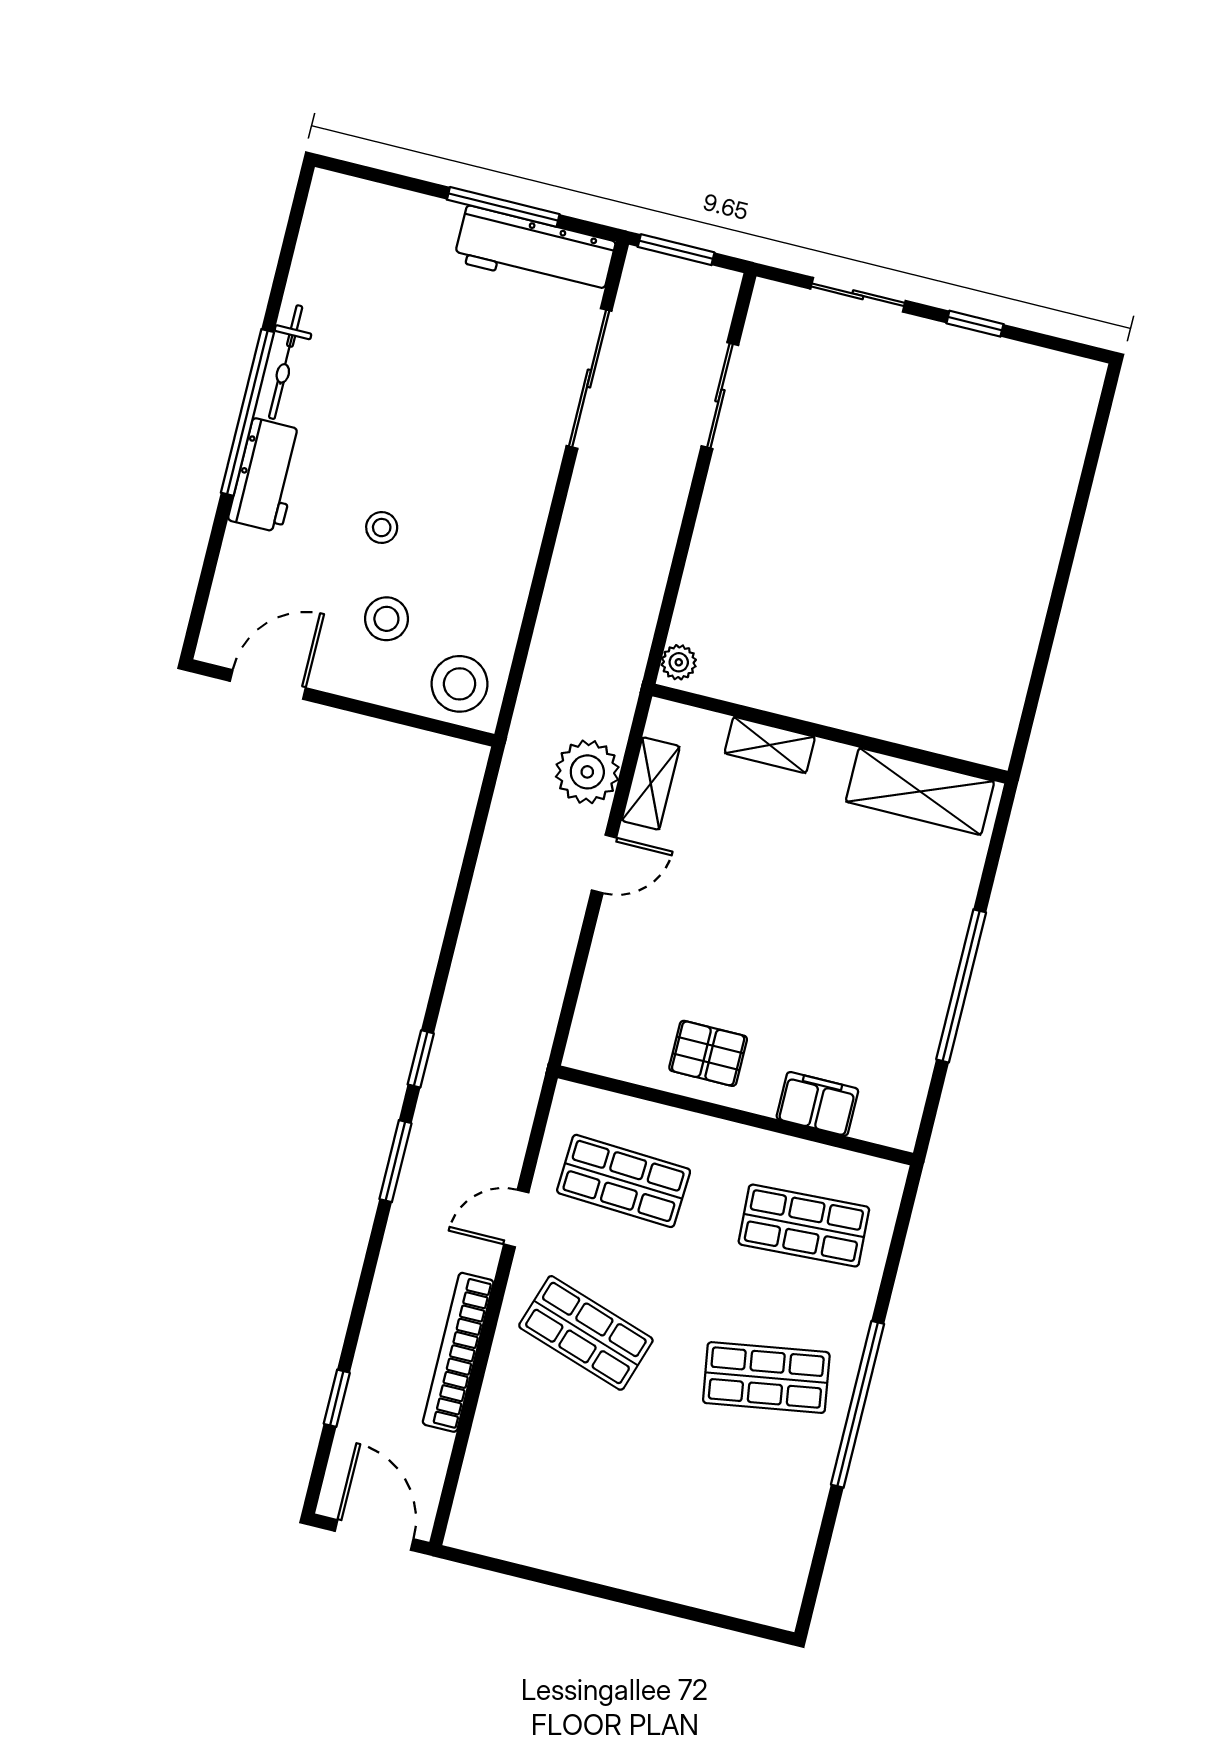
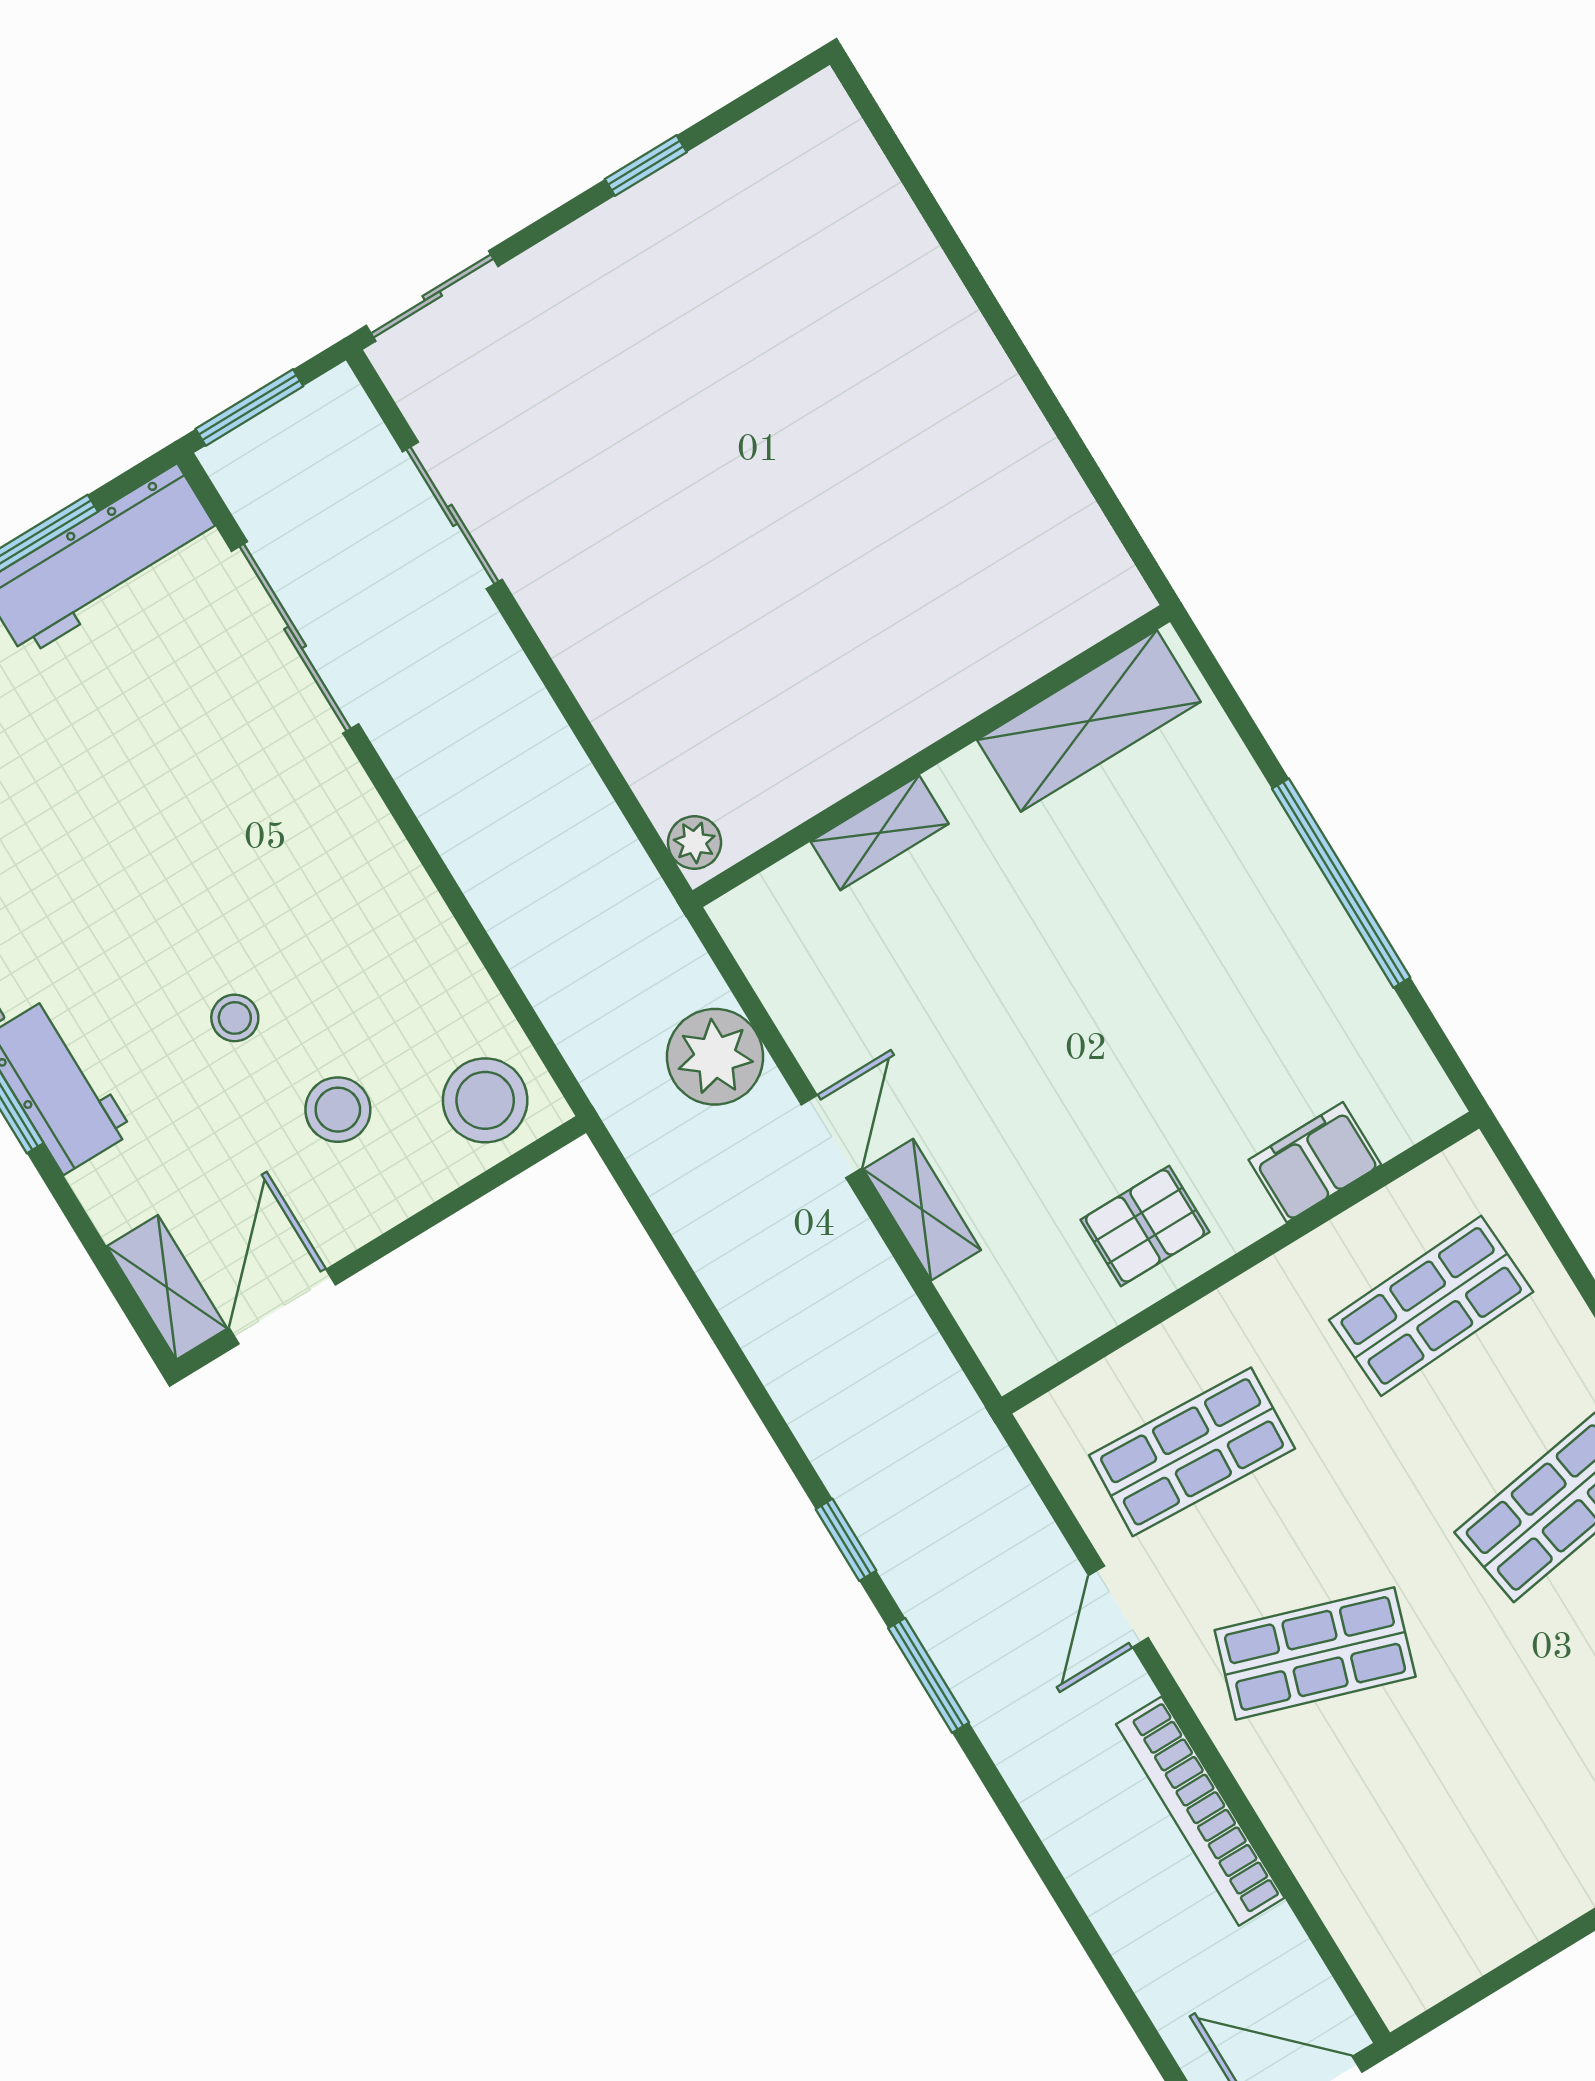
sliding door: (858, 295) -> (432, 296), moved
shelving: (223, 621) -> (167, 1287), added
shelving: (651, 784) -> (922, 1210), moved
window: (337, 1398) -> (1121, 1990), removed

